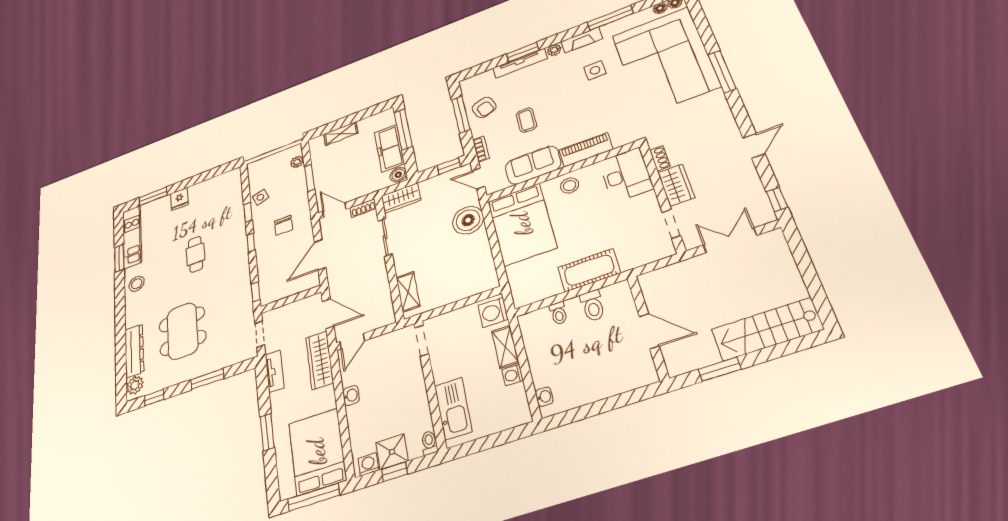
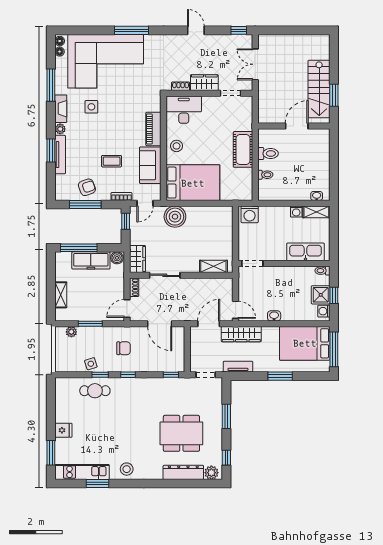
cafe table: (196, 254) -> (95, 391), moved
stairs: (767, 329) -> (319, 89), moved
shelving: (505, 347) -> (316, 212), moved

